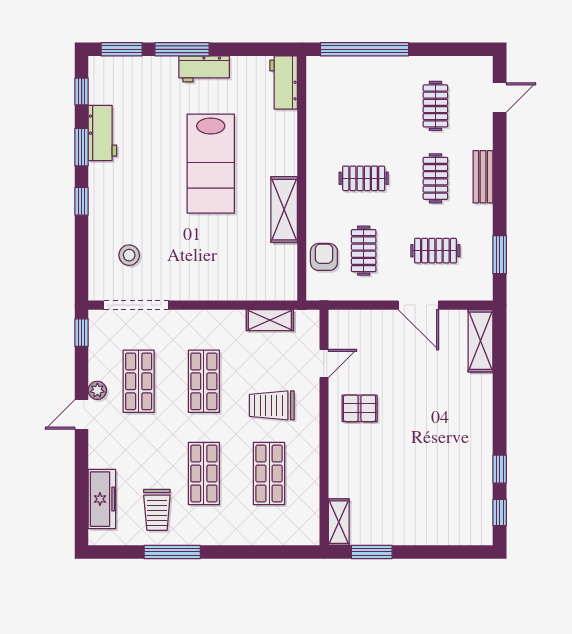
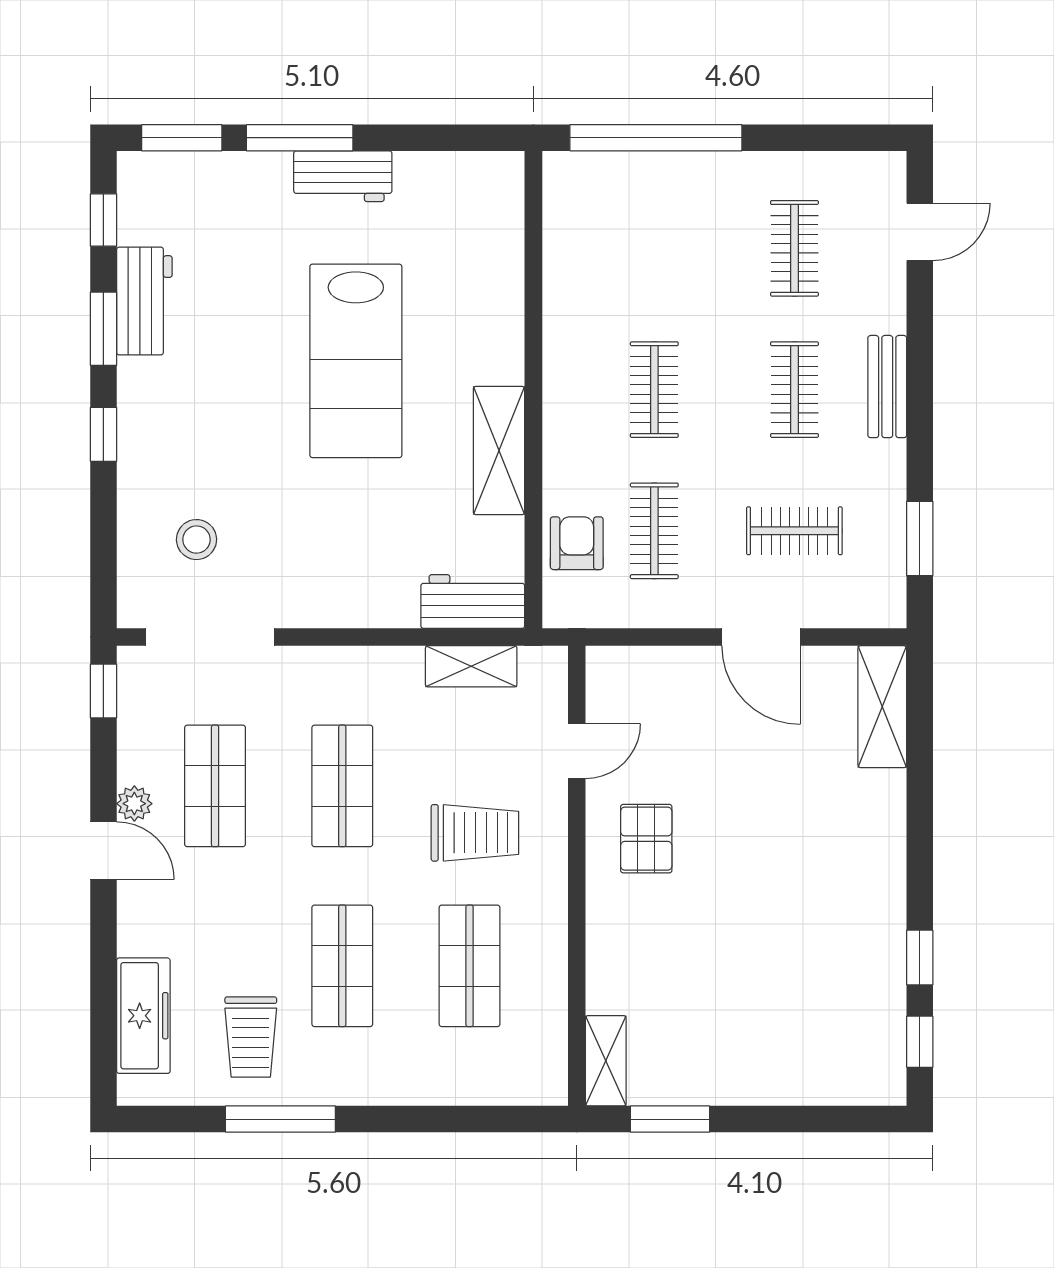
workbench: (284, 83) -> (473, 602), moved, turned 90
clothes rail: (364, 178) -> (654, 390), turned 90
trolley: (272, 405) -> (475, 833), turned 180
pallet: (360, 408) -> (646, 839), turned 90
door: (82, 414) -> (103, 851), swing flipped

